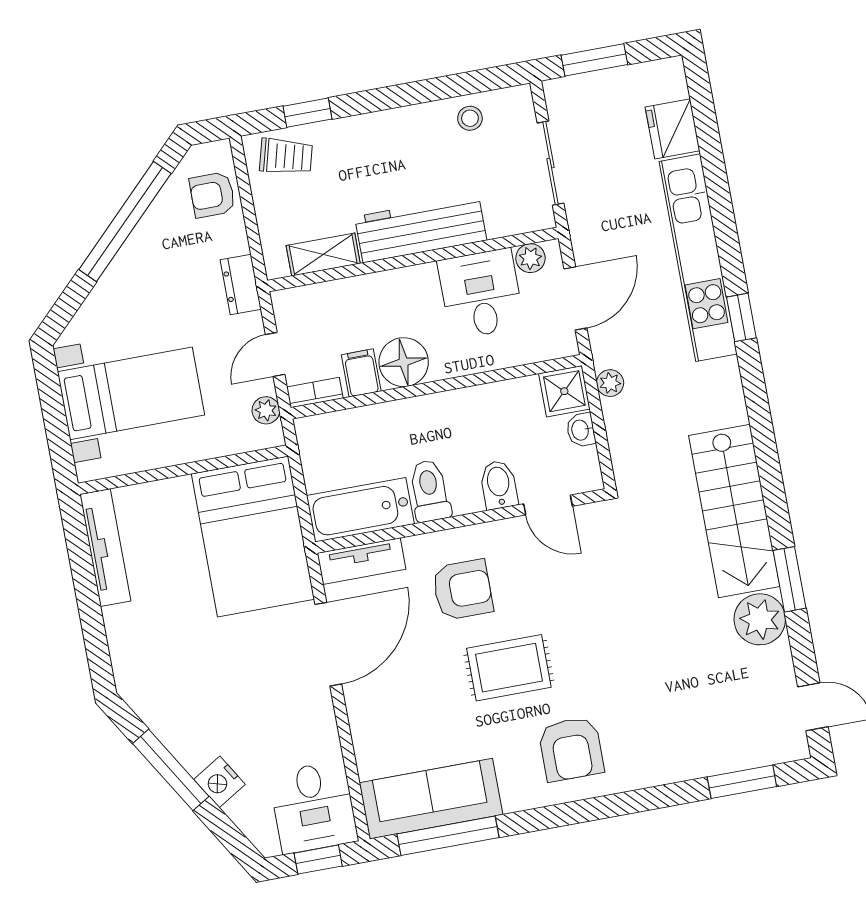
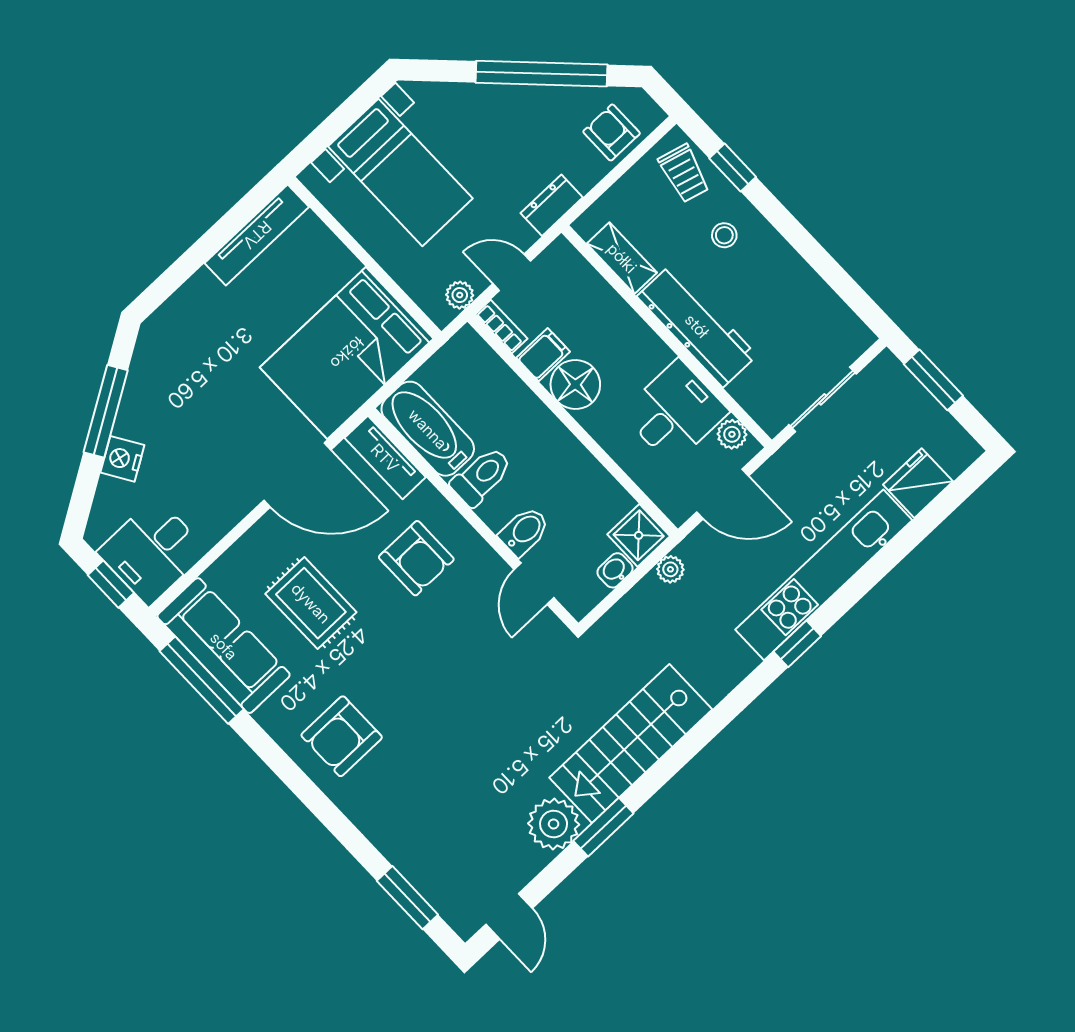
stool: (470, 118) -> (724, 235), moved
rug: (509, 668) -> (311, 603), moved

